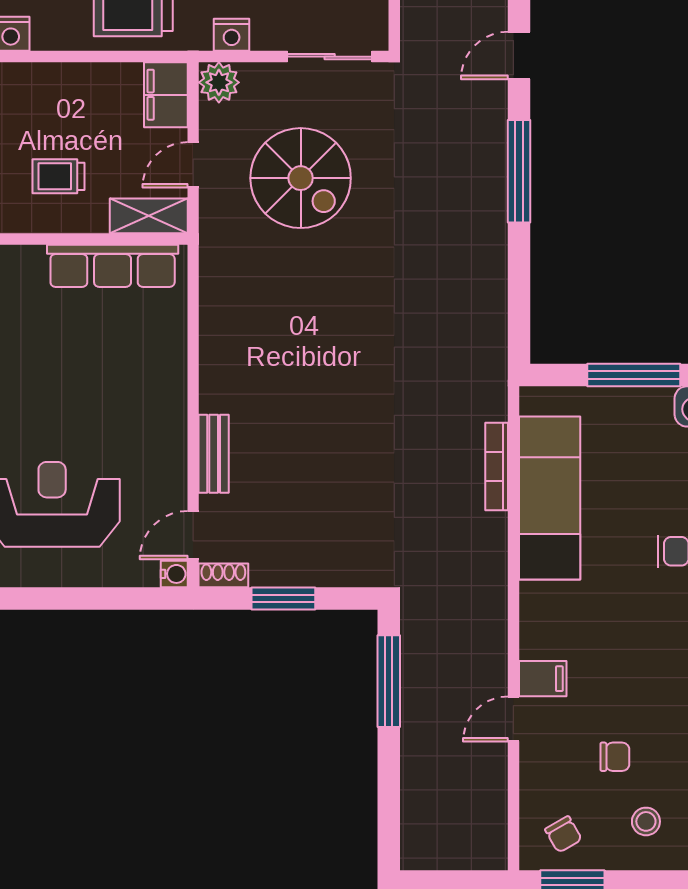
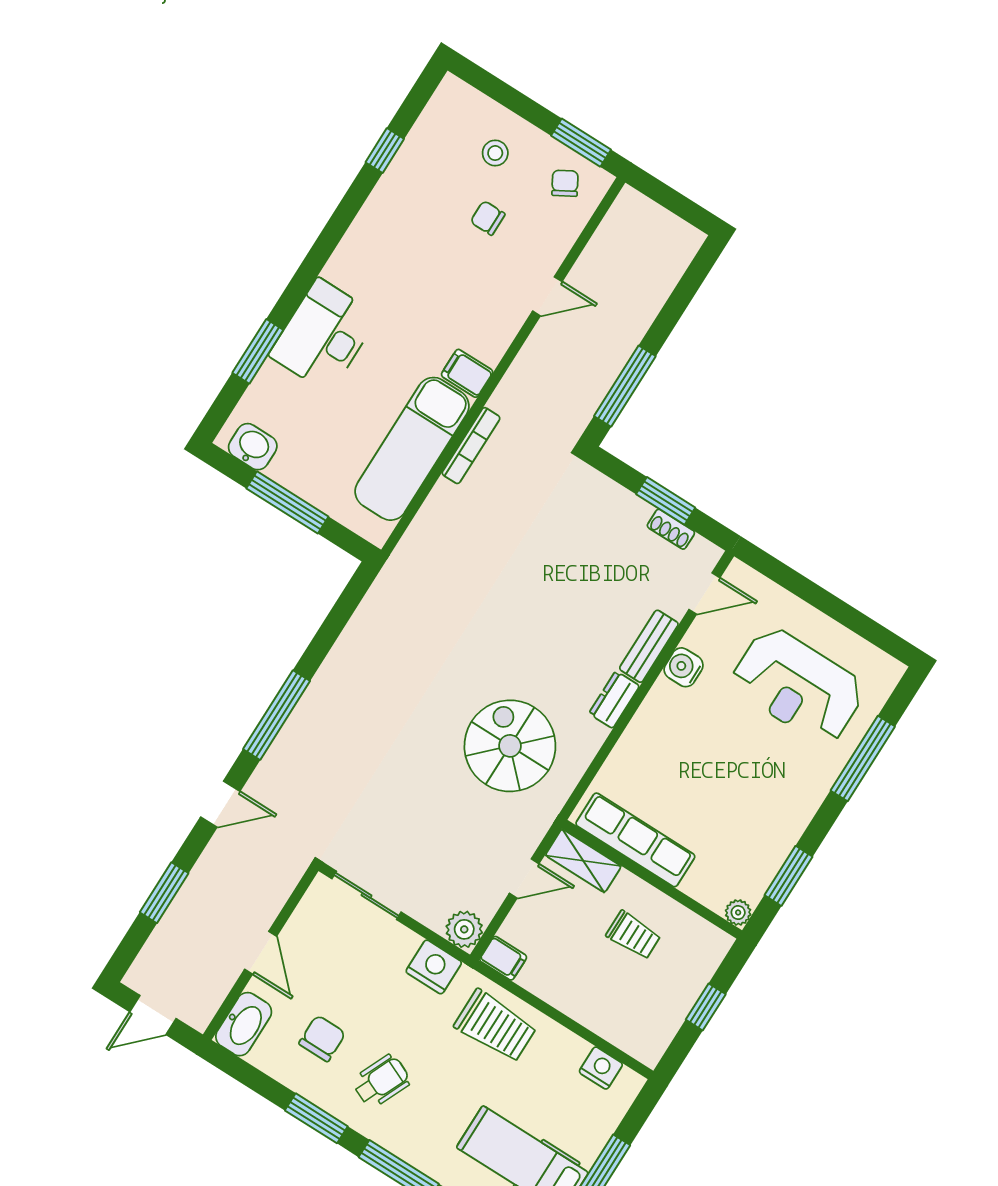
nightstand: (232, 35) -> (434, 967), width x1.36, depth x1.33
filing cabinet: (166, 95) -> (503, 958), width x0.50
spiral stairs: (301, 178) -> (510, 746), moved
dresser: (215, 384) -> (614, 700), added
bookcase: (497, 467) -> (471, 446), moved
water cooler: (174, 574) -> (684, 667), moved, width x1.38, depth x1.38
shoe rack: (223, 575) -> (671, 529), moved
filing cabinet: (543, 679) -> (467, 373), moved

